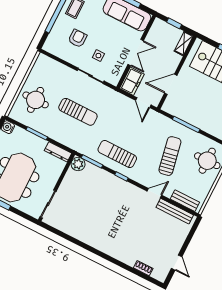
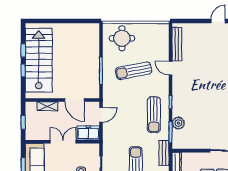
shelving: (184, 43) -> (47, 106), moved
plant: (78, 164) -> (178, 123), moved
bench: (185, 201) -> (164, 153), moved

